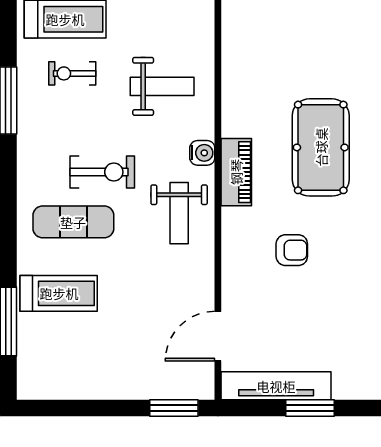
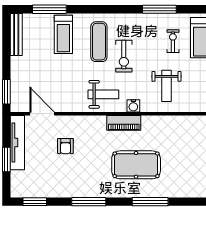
weight bench: (179, 213) -> (103, 94), turned 180
armchair: (292, 250) -> (65, 146), moved
bench: (59, 388) -> (16, 35), added

